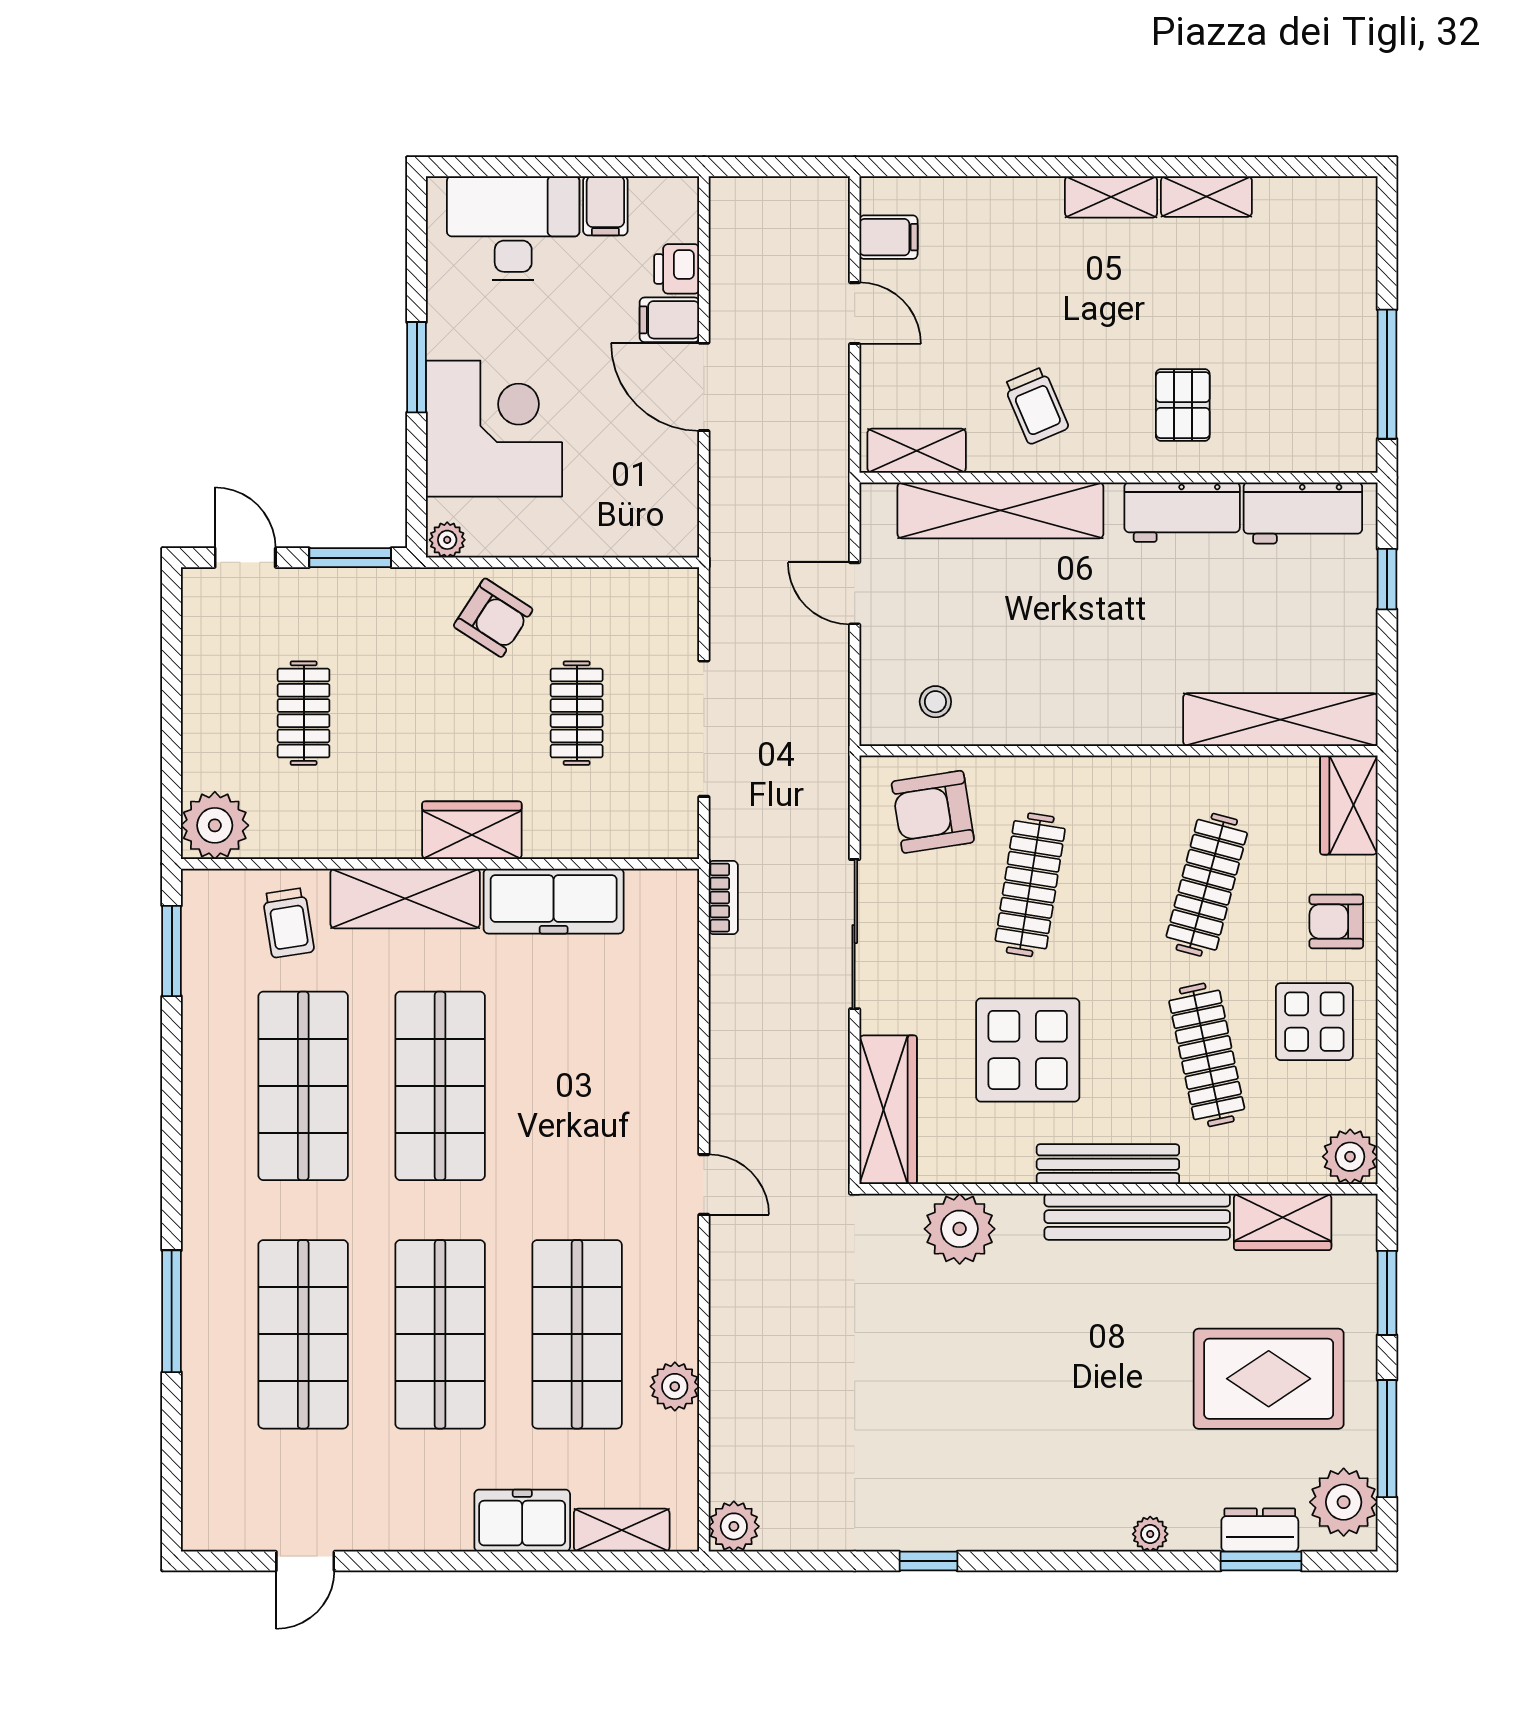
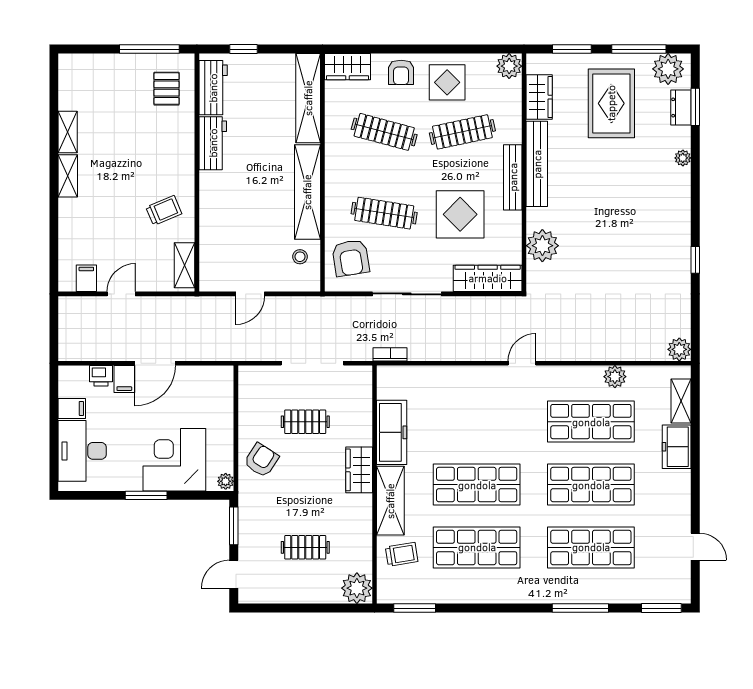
pallet: (1183, 405) -> (167, 89), moved, turned 90
shelving: (1000, 510) -> (307, 192), moved
window: (172, 1488) -> (661, 608), added

